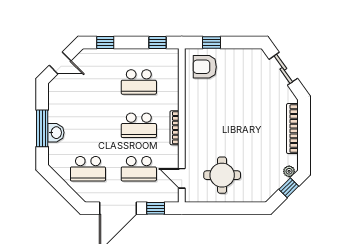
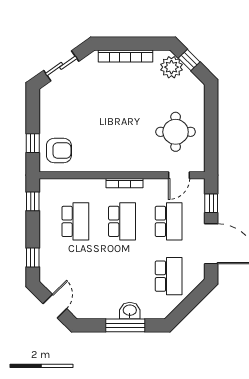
armchair: (205, 67) -> (59, 151), turned -90
plant: (289, 171) -> (171, 67), width x1.87, depth x1.87

